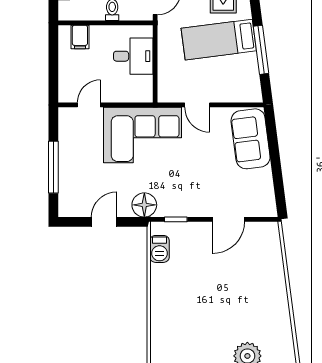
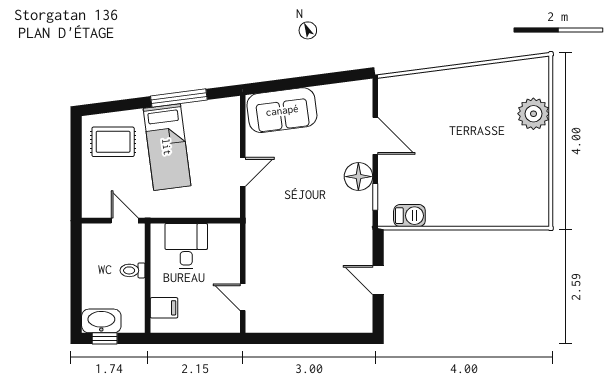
corner sofa: (142, 135) -> (278, 235), removed
window: (53, 167) -> (315, 338), removed
floor lamp: (144, 205) -> (358, 177), moved

